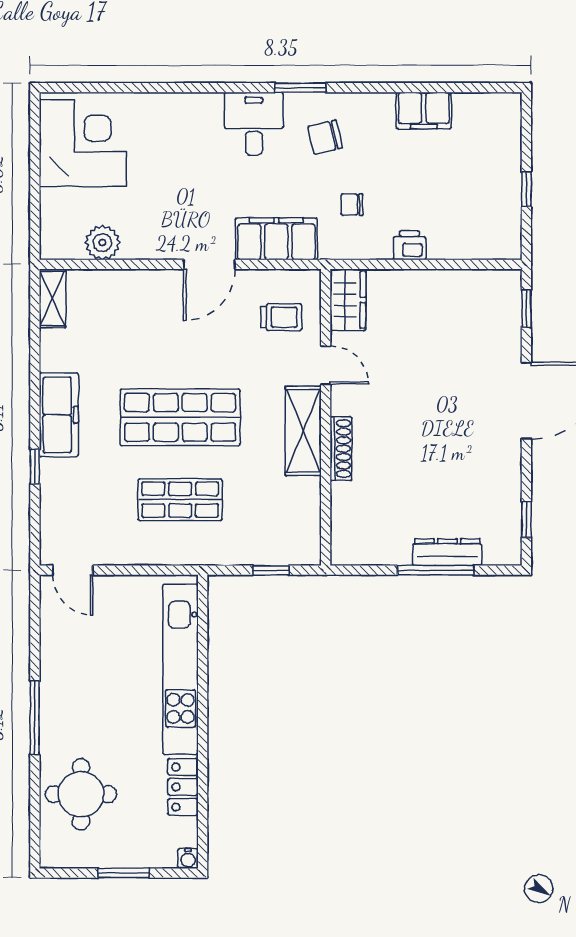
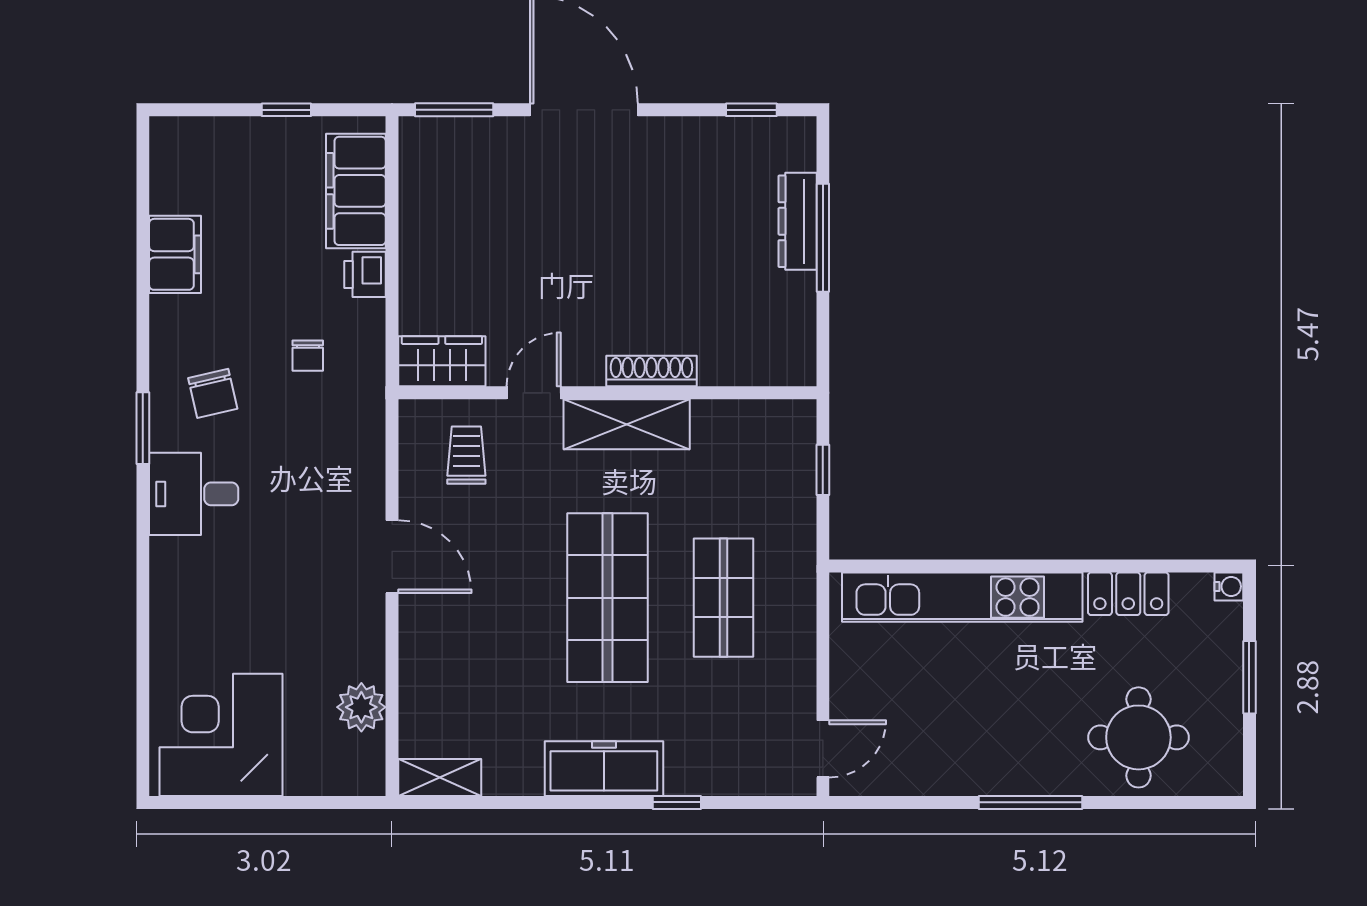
filing cabinet: (276, 239) -> (356, 191), moved
window: (526, 309) -> (454, 110), width x1.50

